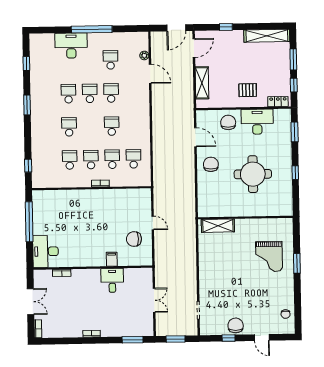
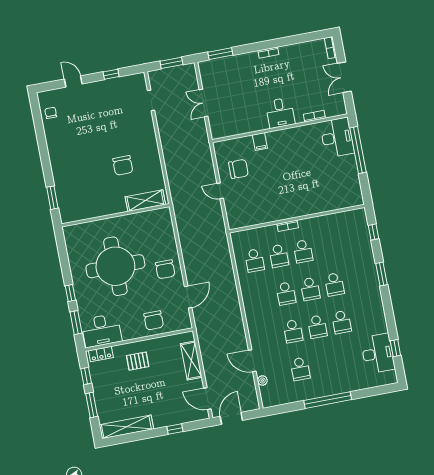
desk: (71, 46) -> (378, 354), moved, turned -90
door: (194, 48) -> (207, 399), hinge flipped
window: (27, 105) -> (381, 274), moved
desk: (257, 122) -> (101, 331), moved
door: (195, 137) -> (188, 297), swing flipped
school desk: (70, 160) -> (310, 289), moved
window: (295, 173) -> (70, 293), moved
round table: (253, 174) -> (115, 266), width x1.36, depth x1.36
window: (29, 222) -> (358, 150), moved
grand piano: (269, 257) -> (81, 175), removed
window: (297, 263) -> (52, 198), moved
desk: (112, 280) -> (280, 113), moved
chair: (236, 325) -> (123, 165), moved

